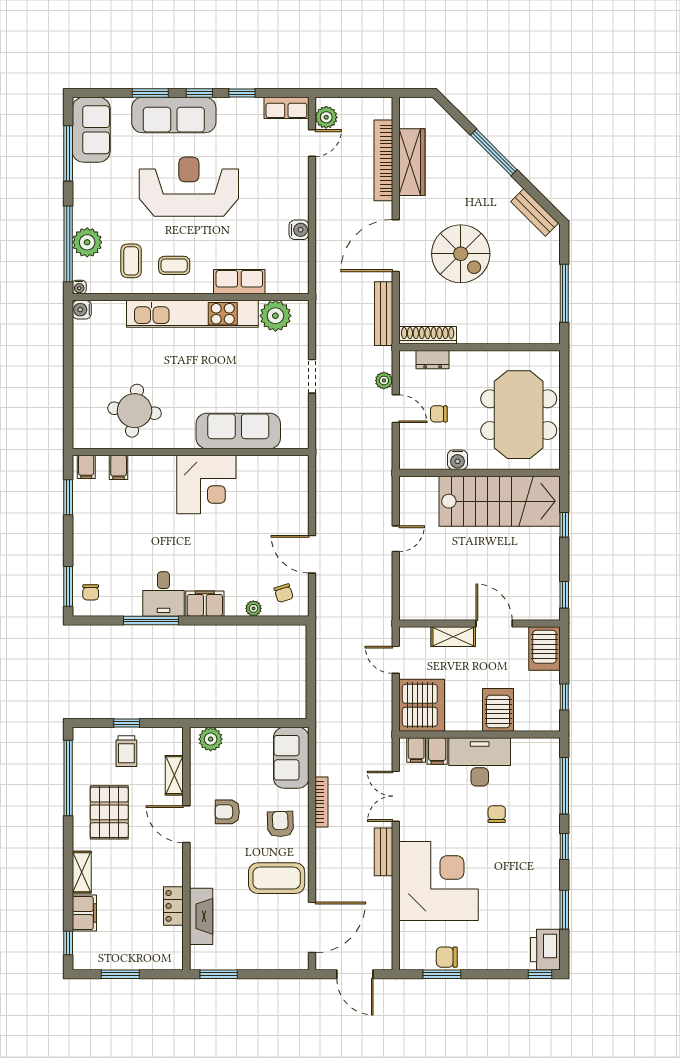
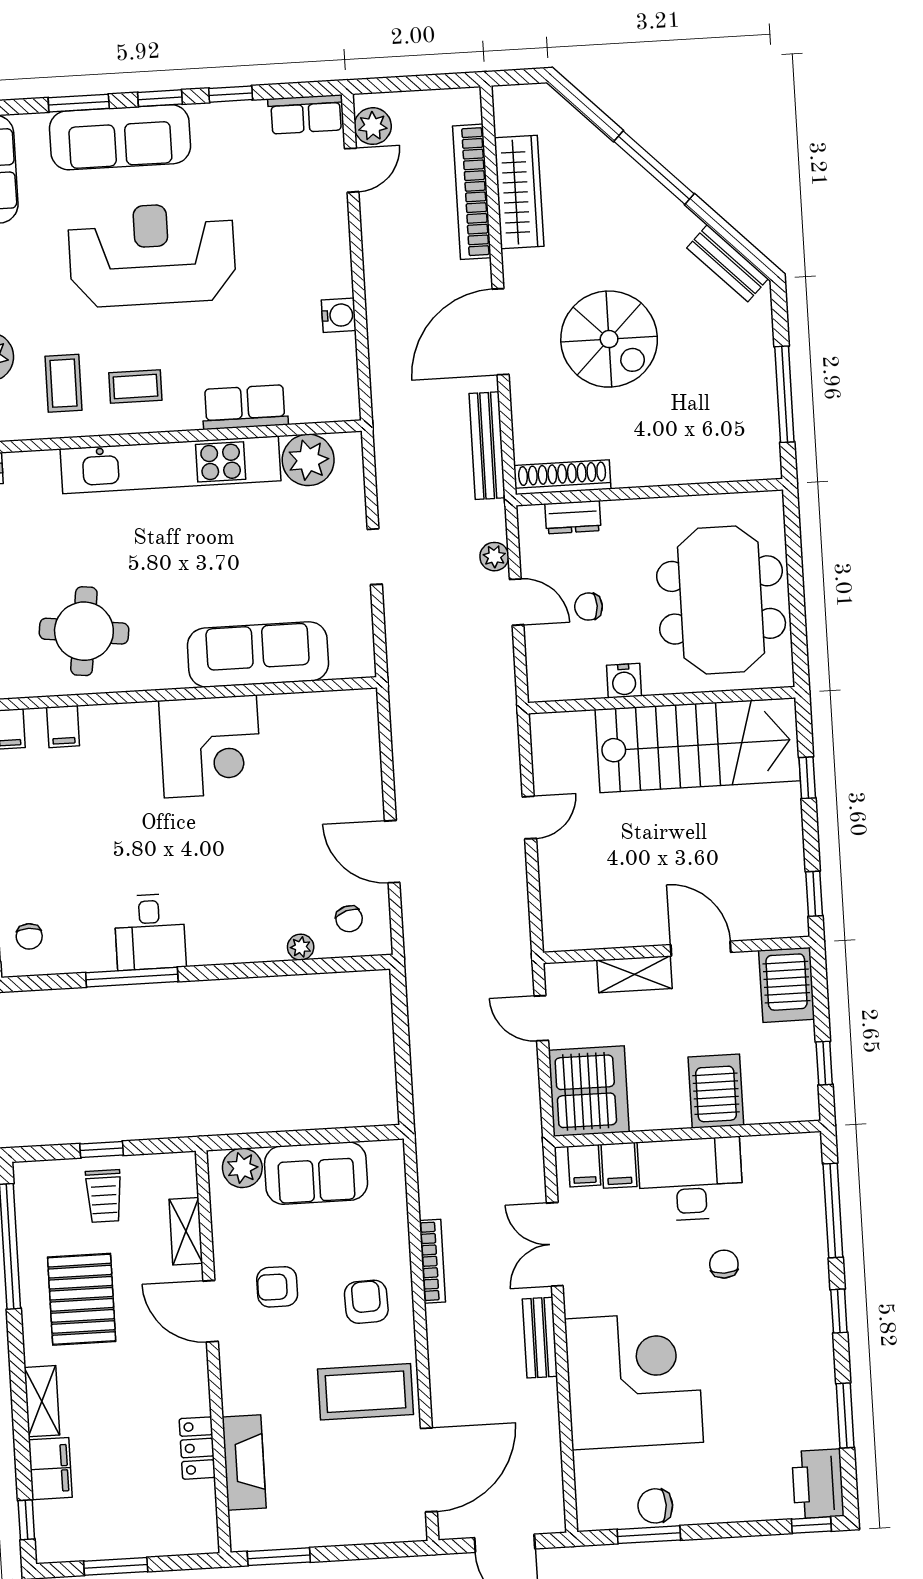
filing cabinet: (205, 604) -> (219, 944), removed
sofa: (291, 758) -> (316, 1173), moved, turned -90

